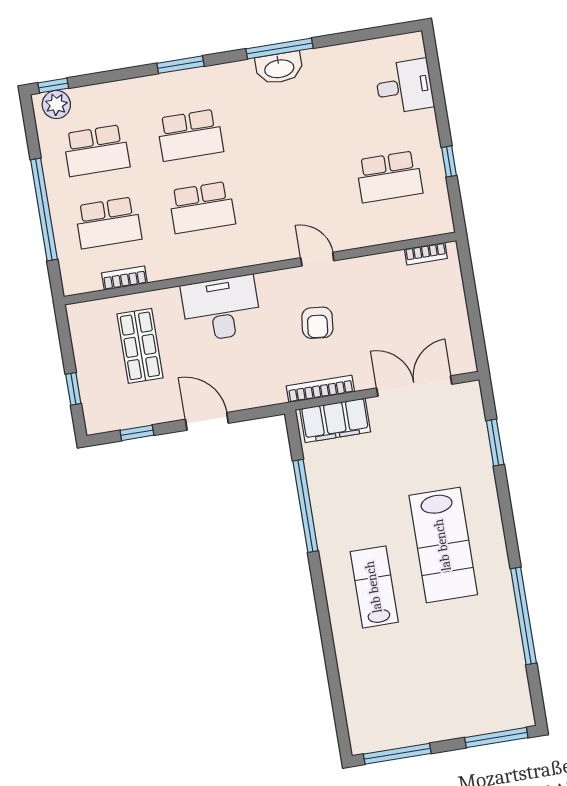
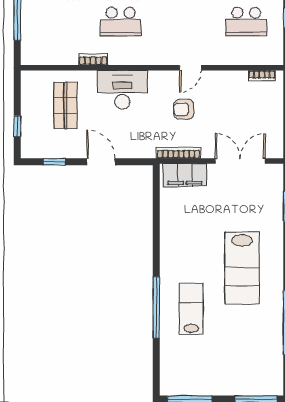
school desk: (108, 223) -> (58, 22), removed
door: (317, 259) -> (190, 68), swing flipped
bookcase: (124, 278) -> (93, 59), moved
armchair: (317, 323) -> (184, 109), turned 84
window: (305, 506) -> (156, 307), moved
lab bench: (374, 587) -> (191, 309), moved

